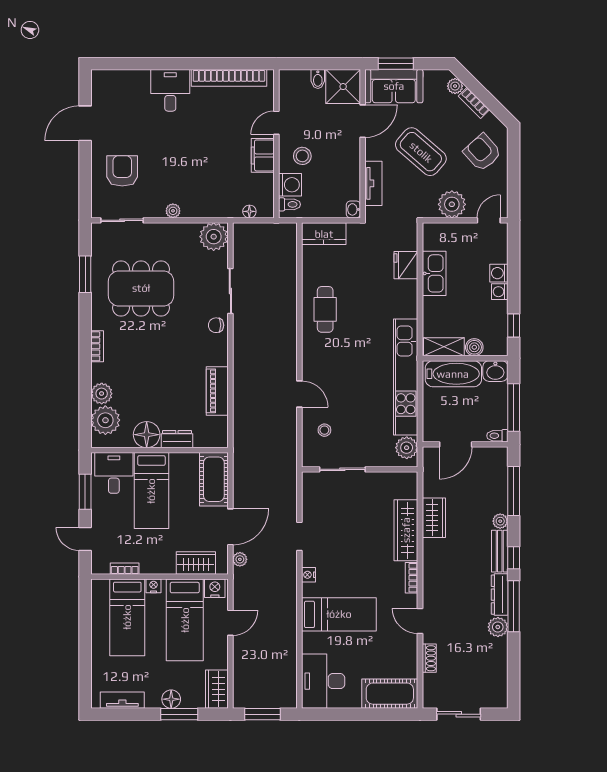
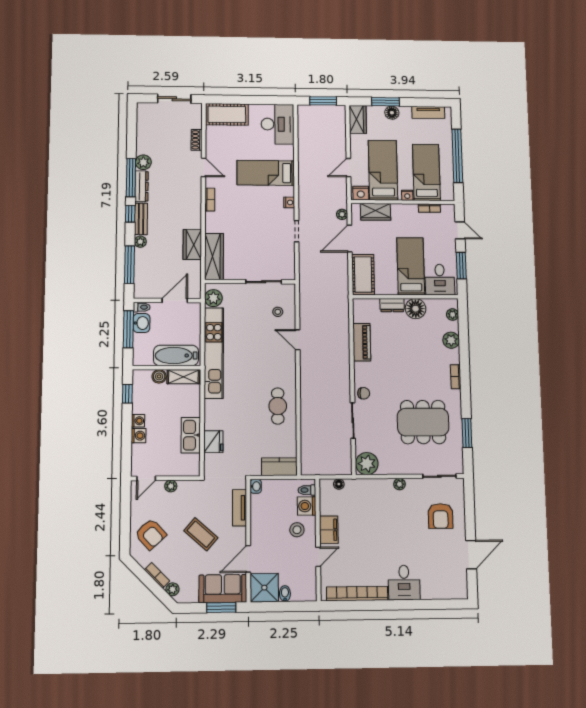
coffee table: (421, 152) -> (201, 534), width x0.73, depth x0.76
plant: (452, 204) -> (171, 486), width x0.53, depth x0.53
washbasin: (495, 371) -> (141, 323), moved, turned 90
plant: (105, 420) -> (453, 315), width x0.53, depth x0.53
wardrobe: (406, 530) -> (214, 256), moved
window: (85, 641) -> (457, 156), added

